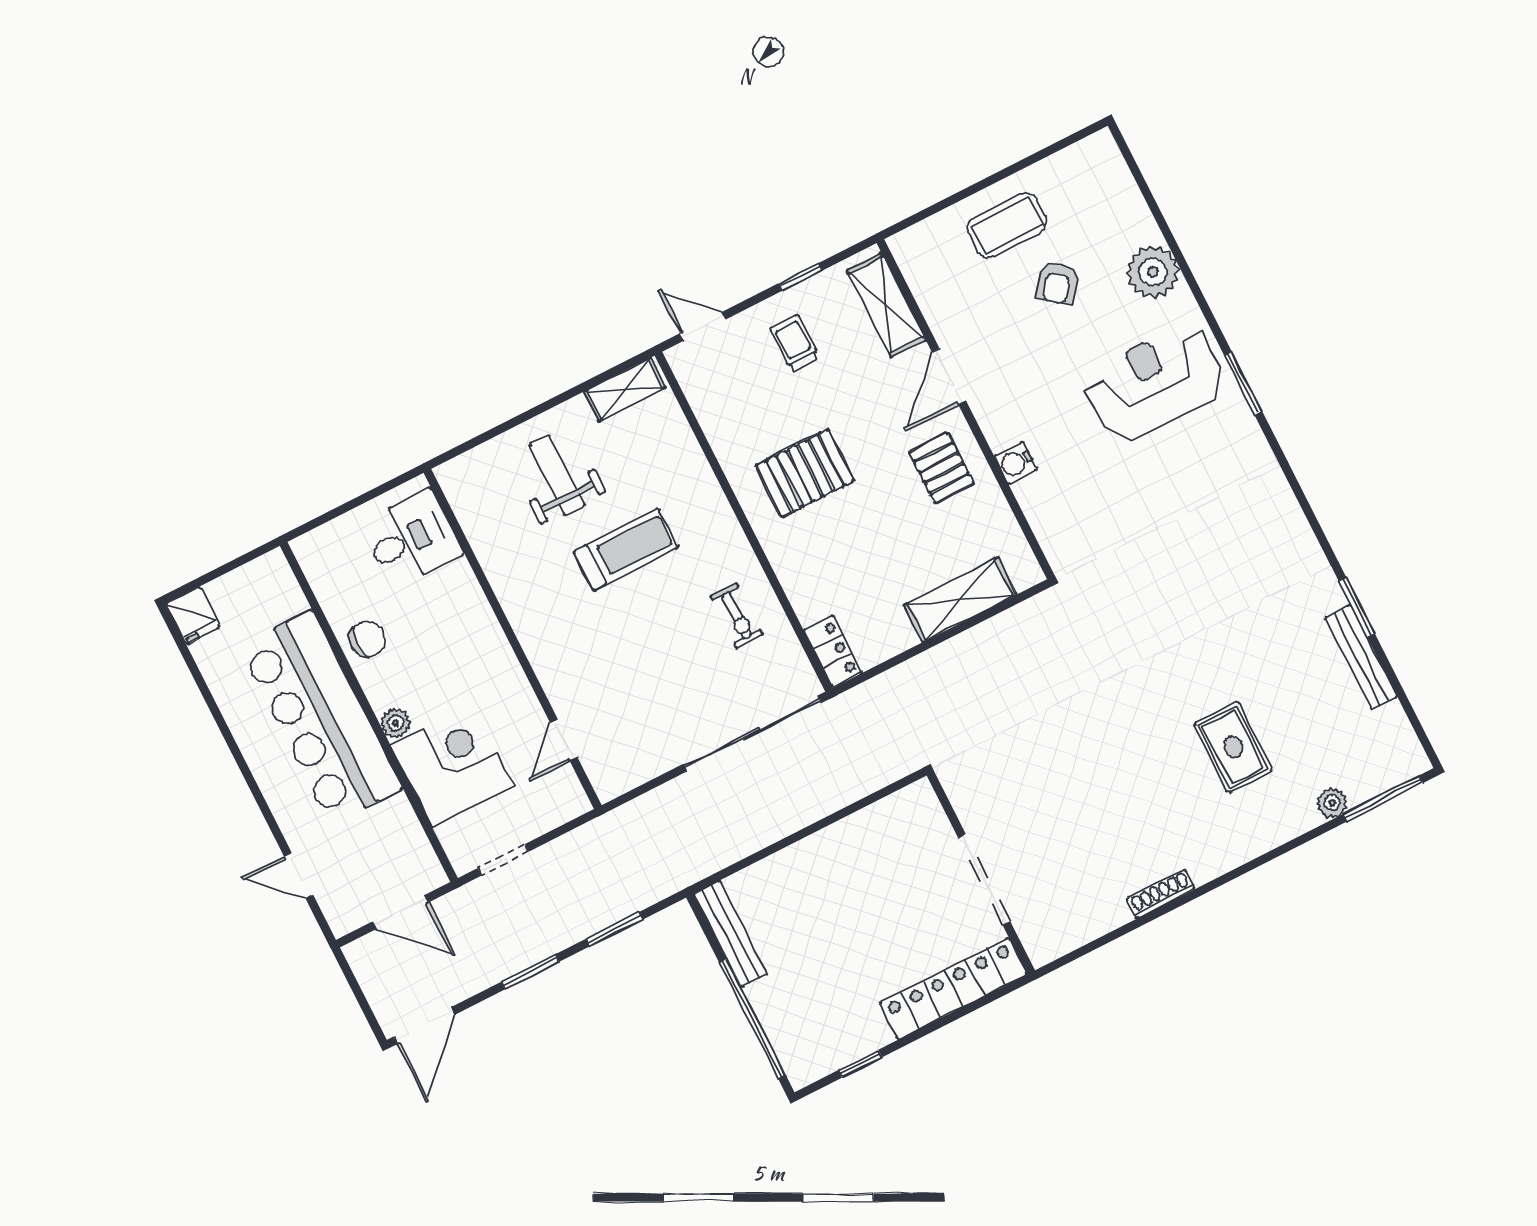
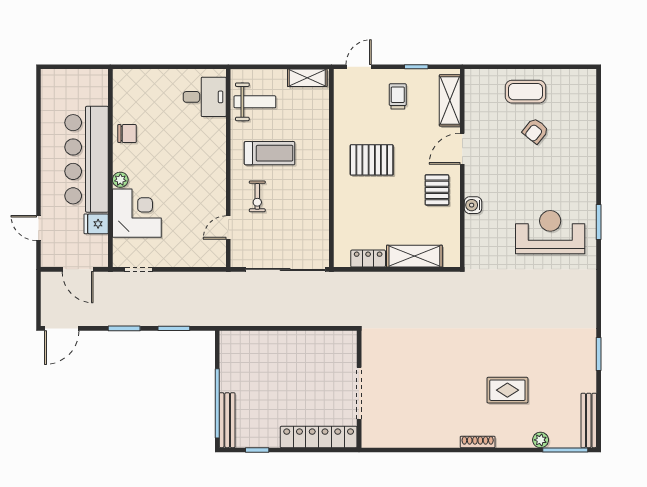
plant: (1153, 272) -> (583, 148), removed
door: (703, 326) -> (359, 67), hinge flipped
reception desk: (1155, 383) -> (550, 232), moved
weight bench: (557, 475) -> (255, 102), turned 90
desk: (411, 539) -> (205, 97), moved
fridge: (193, 615) -> (96, 224), moved, turned 90
exercise bike: (737, 615) -> (257, 196), moved
wall: (513, 639) -> (228, 168), moved
locker: (833, 651) -> (368, 259), moved, turned -90
bench: (1361, 657) -> (589, 420), moved
door: (564, 740) -> (228, 228), moved
rug: (1233, 747) -> (507, 390), turned 90
shoe rack: (1161, 894) -> (478, 442), moved
bench: (730, 934) -> (227, 420), moved

